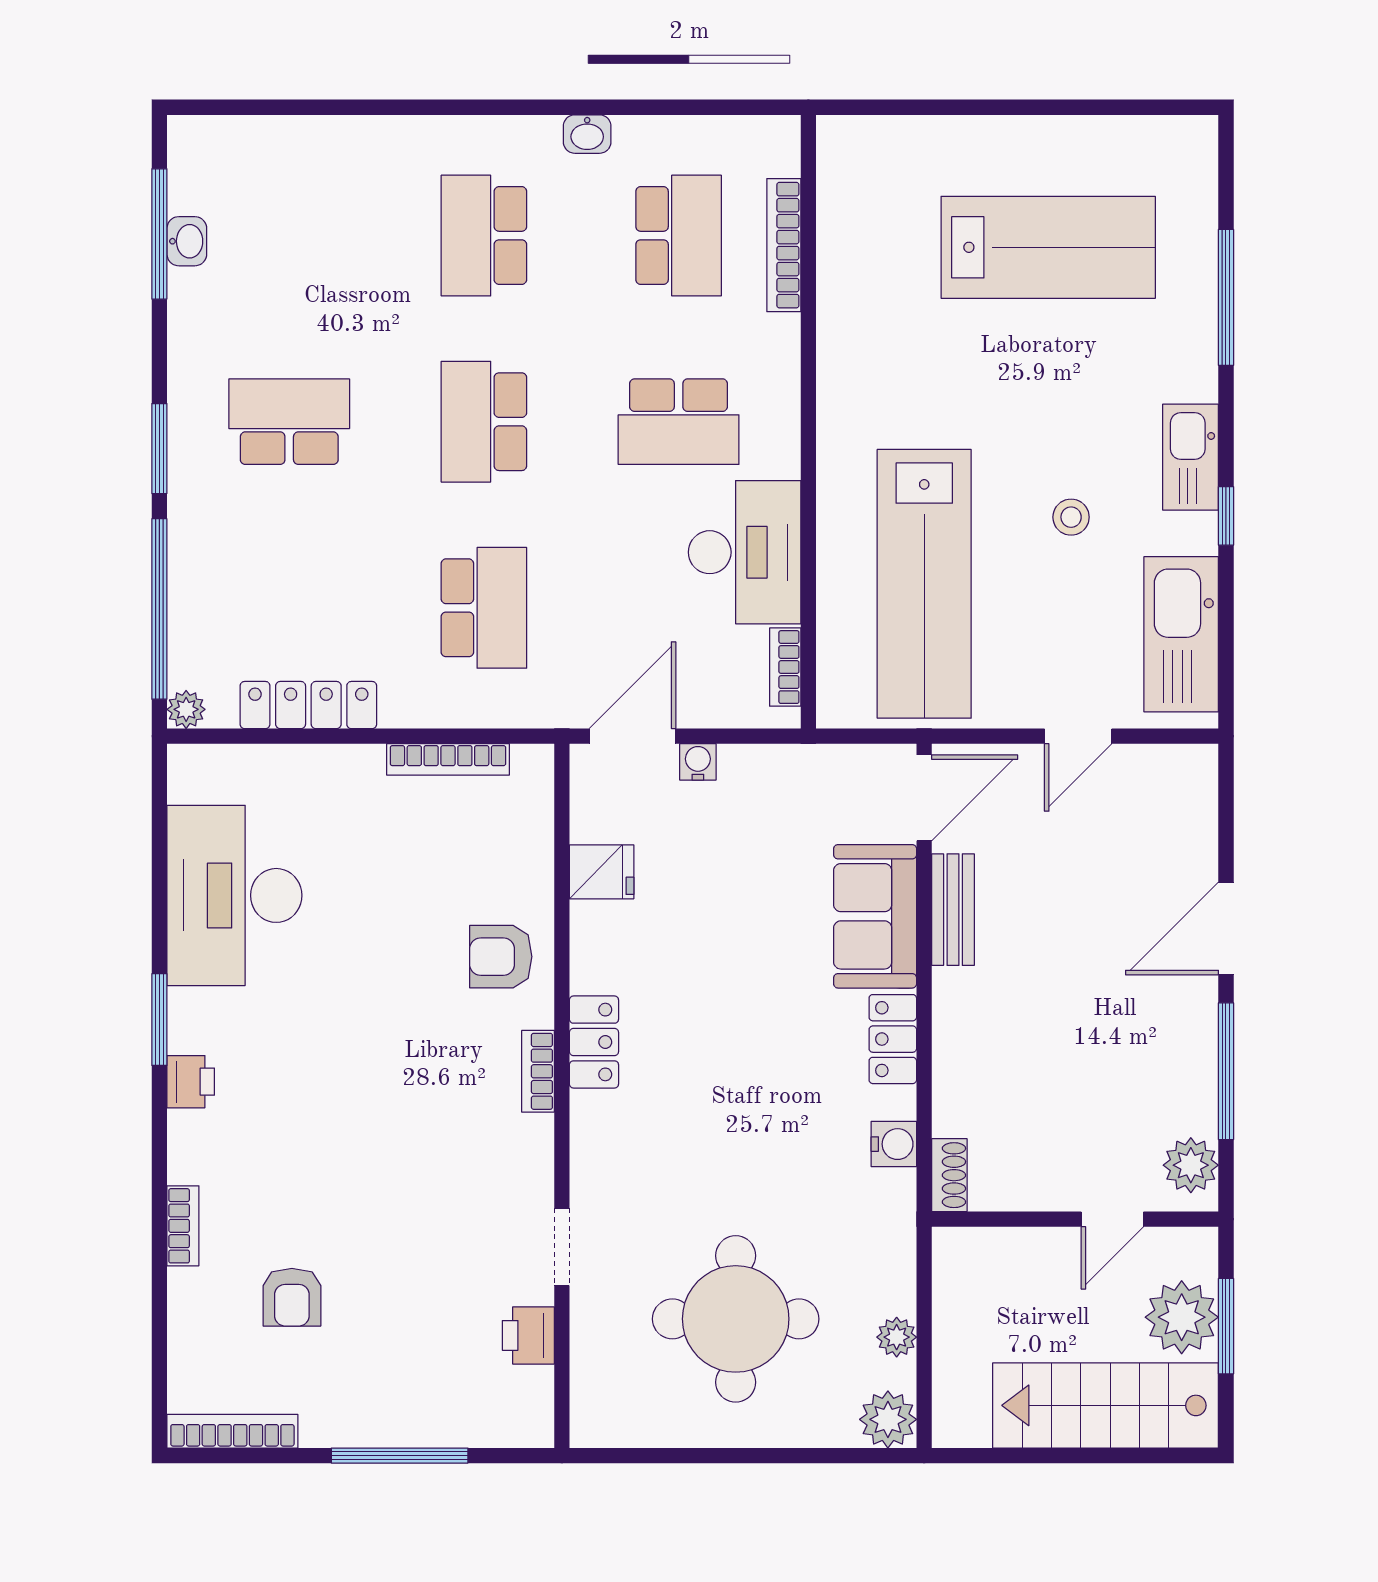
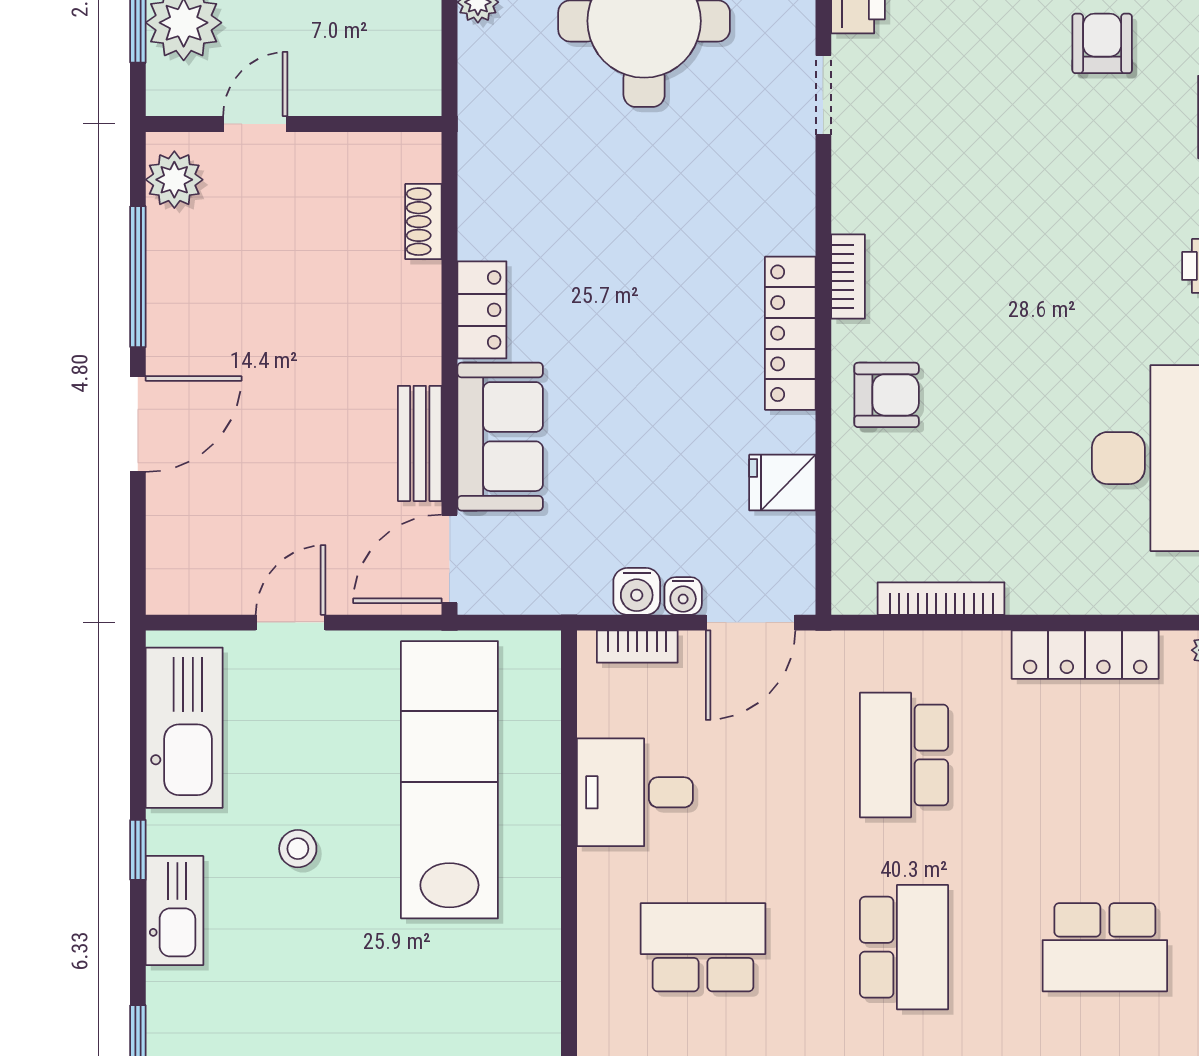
desk: (745, 552) -> (635, 792), width x0.73
bookcase: (785, 667) -> (637, 647), moved, turned 90
locker: (594, 1042) -> (790, 333), width x1.53
water cooler: (894, 1144) -> (637, 591), moved, turned -90
shoe rack: (949, 1175) -> (423, 222), moved

